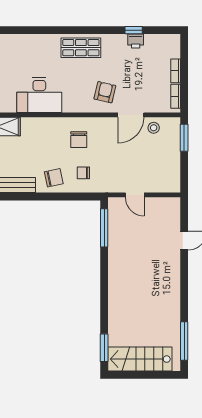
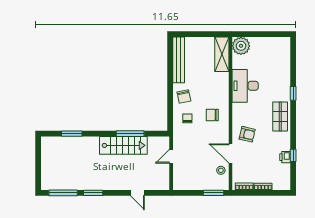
window: (50, 30) -> (293, 93), added
window: (104, 228) -> (130, 134), moved
window: (184, 300) -> (93, 193), added
window: (104, 348) -> (72, 134), moved
stairs: (140, 359) -> (123, 145), moved, turned 90

